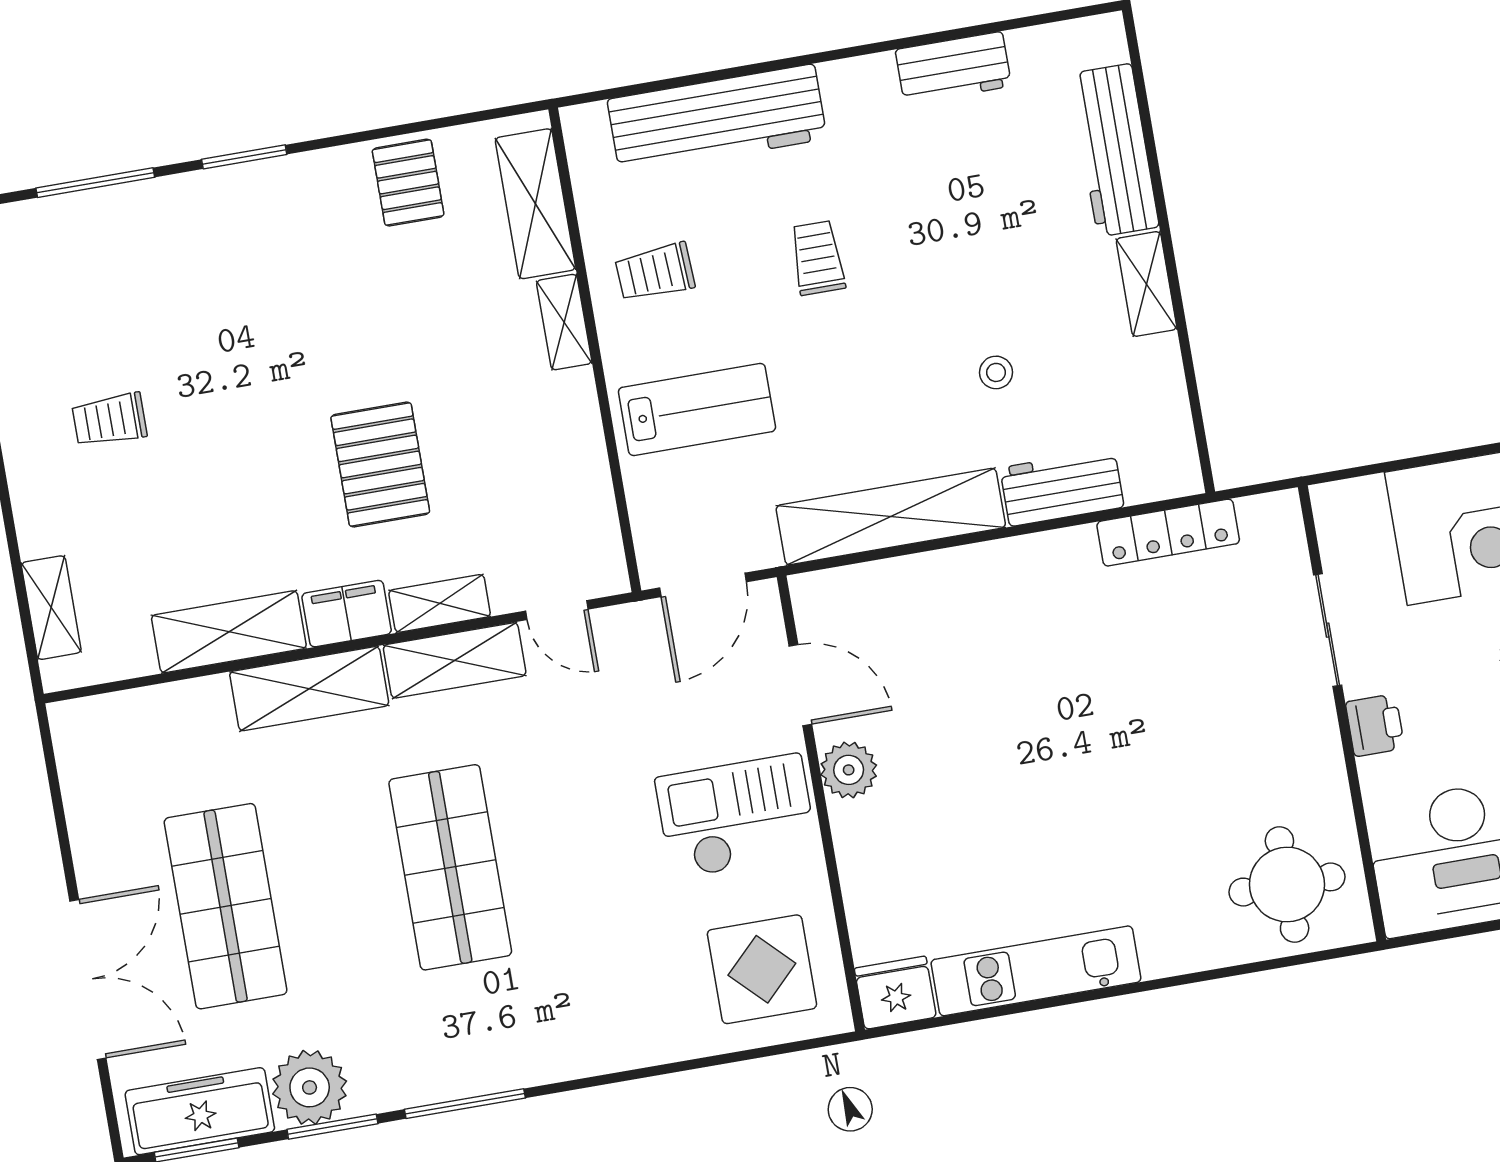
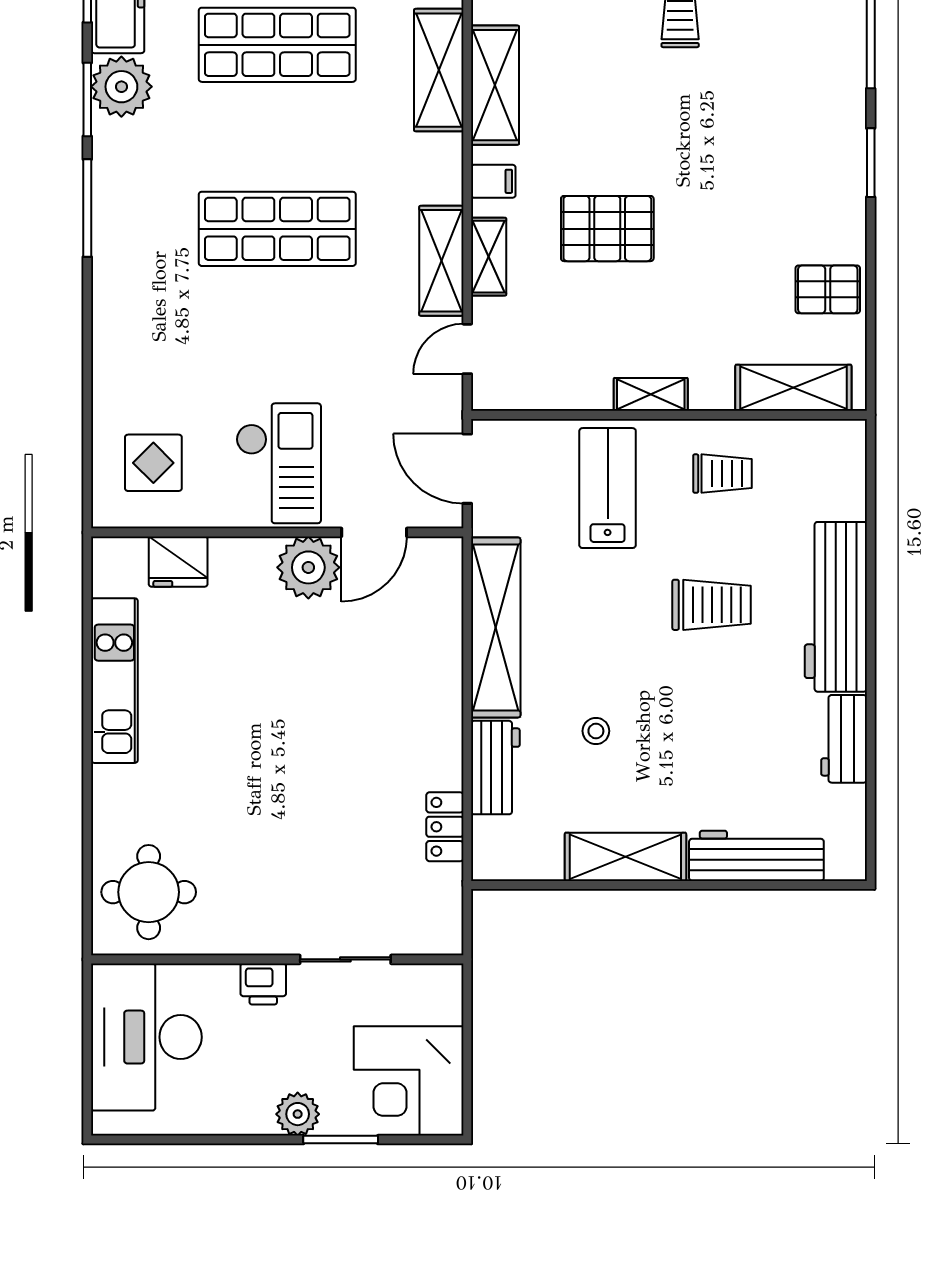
workbench: (717, 119) -> (836, 607), moved
trolley: (818, 258) -> (712, 605), width x1.36, depth x1.39
trolley: (655, 272) -> (723, 474), turned 93
shelving: (1146, 284) -> (625, 857), width x1.50, depth x1.33
shelving: (564, 322) -> (651, 394), moved
lab bench: (697, 410) -> (608, 488), turned 180
locker: (1168, 533) -> (445, 827), width x0.66
filing cabinet: (347, 614) -> (493, 181), width x0.50
shelving: (309, 689) -> (439, 70), moved
plant: (849, 770) -> (308, 567), width x1.36, depth x1.36
display table: (762, 969) -> (153, 463), width x0.73, depth x0.73
fridge: (895, 993) -> (178, 562), moved, turned 90

